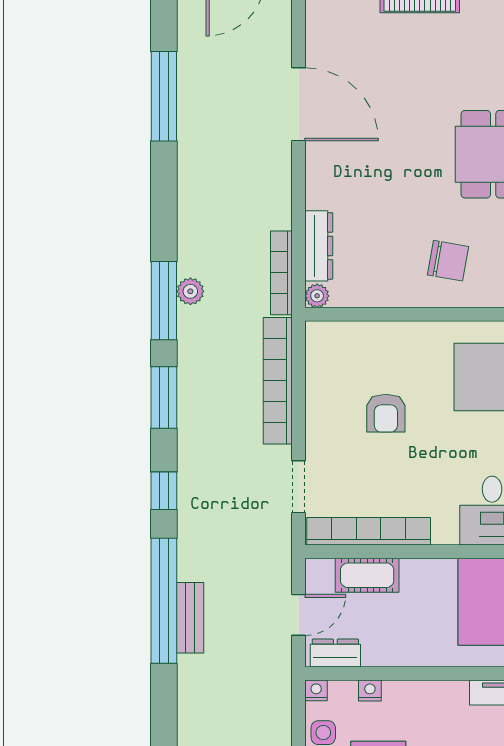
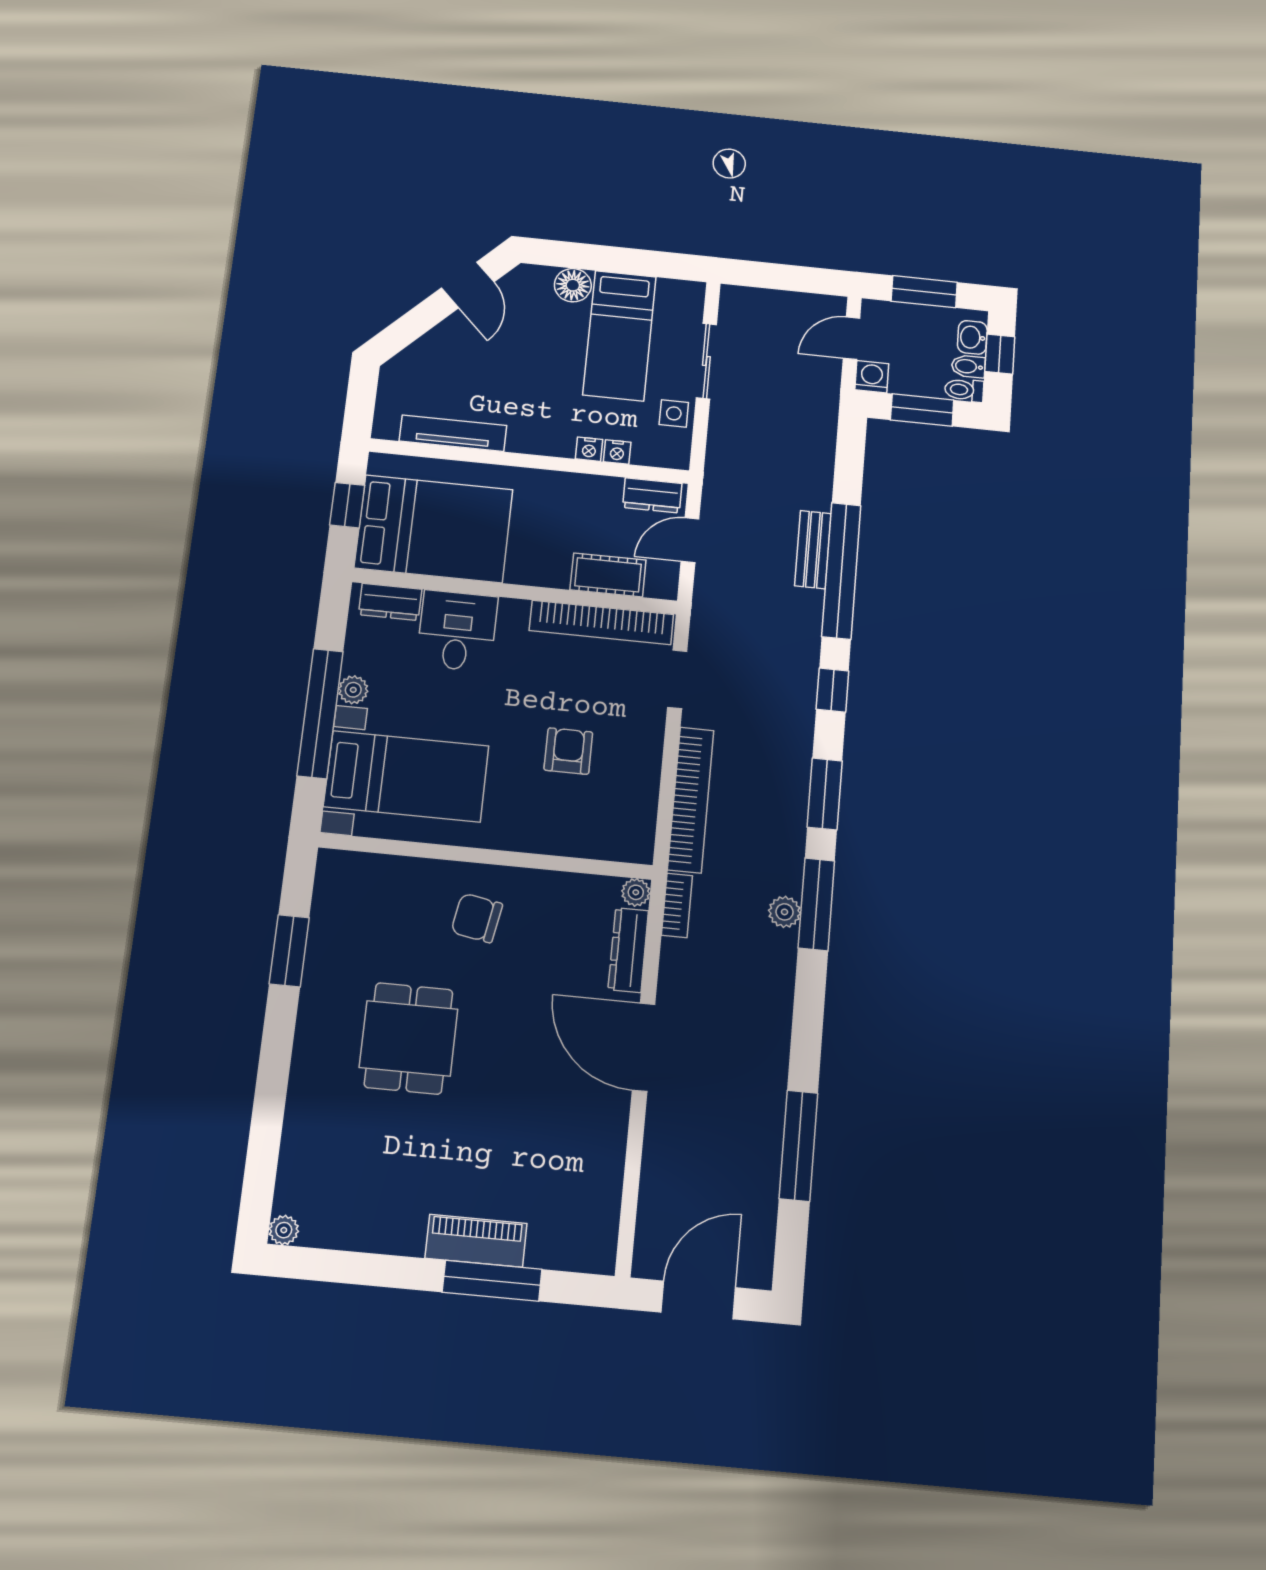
door: (299, 104) -> (644, 1047), moved
bookcase: (281, 273) -> (677, 905), width x0.64
nightstand: (316, 690) -> (589, 449), moved

